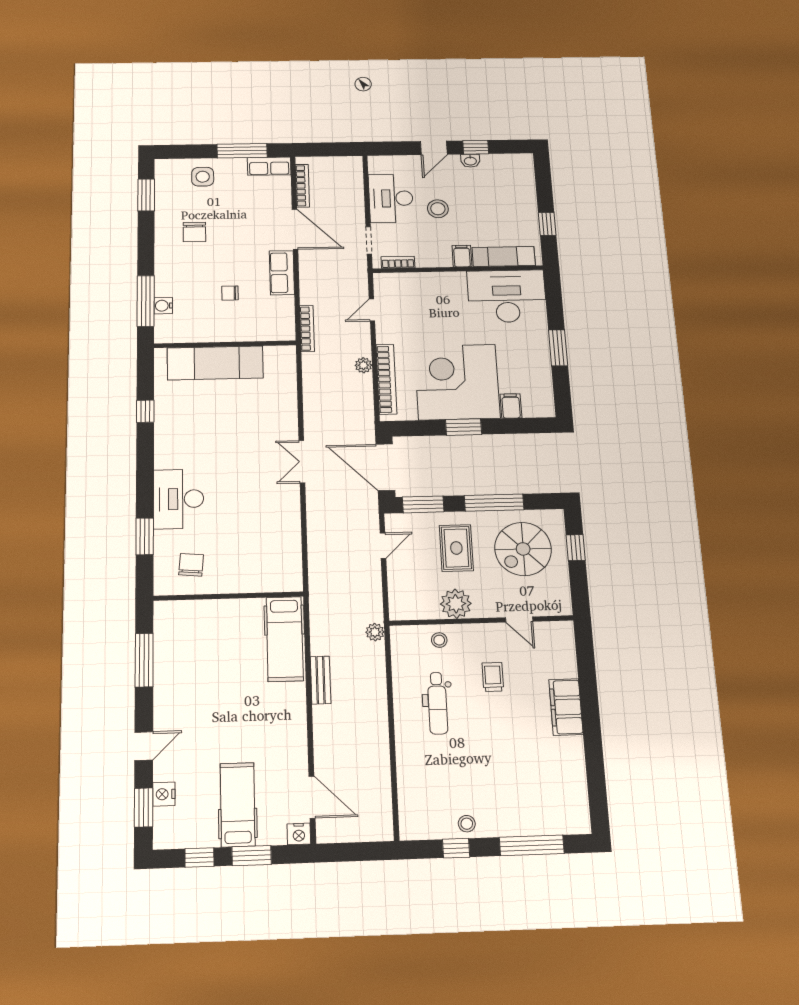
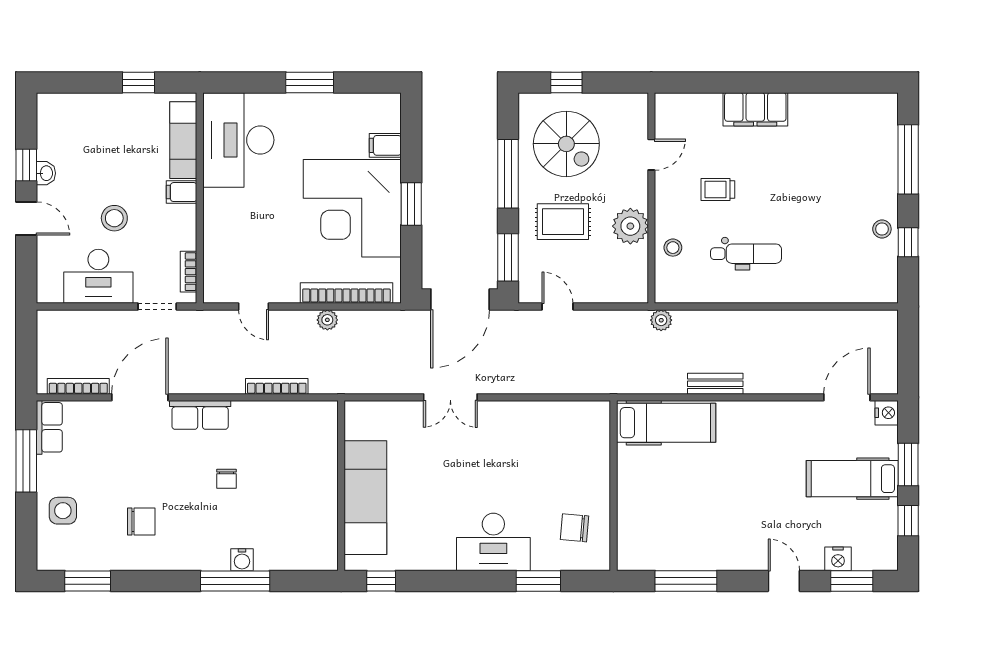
wall: (225, 344) -> (341, 486), moved
exam couch: (215, 363) -> (365, 498), moved

